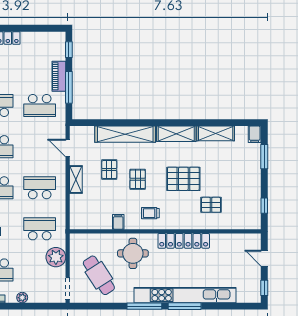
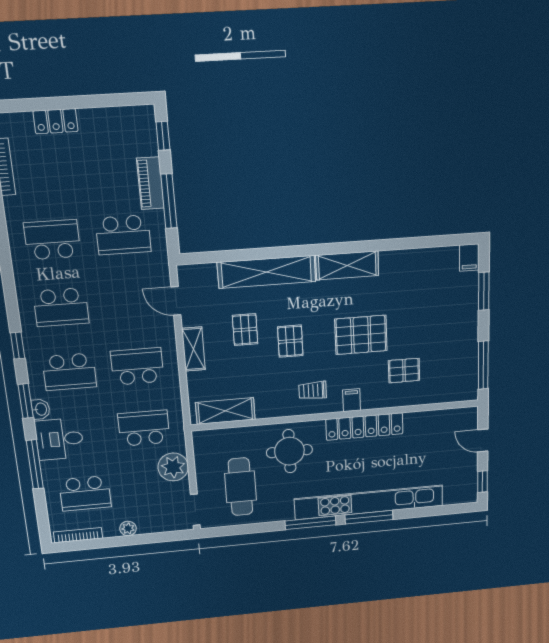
shelving: (216, 133) -> (225, 411), moved
window: (264, 206) -> (483, 365), width x2.17
filing cabinet: (118, 222) -> (352, 400), moved
cafe table: (99, 275) -> (241, 487), turned 33

